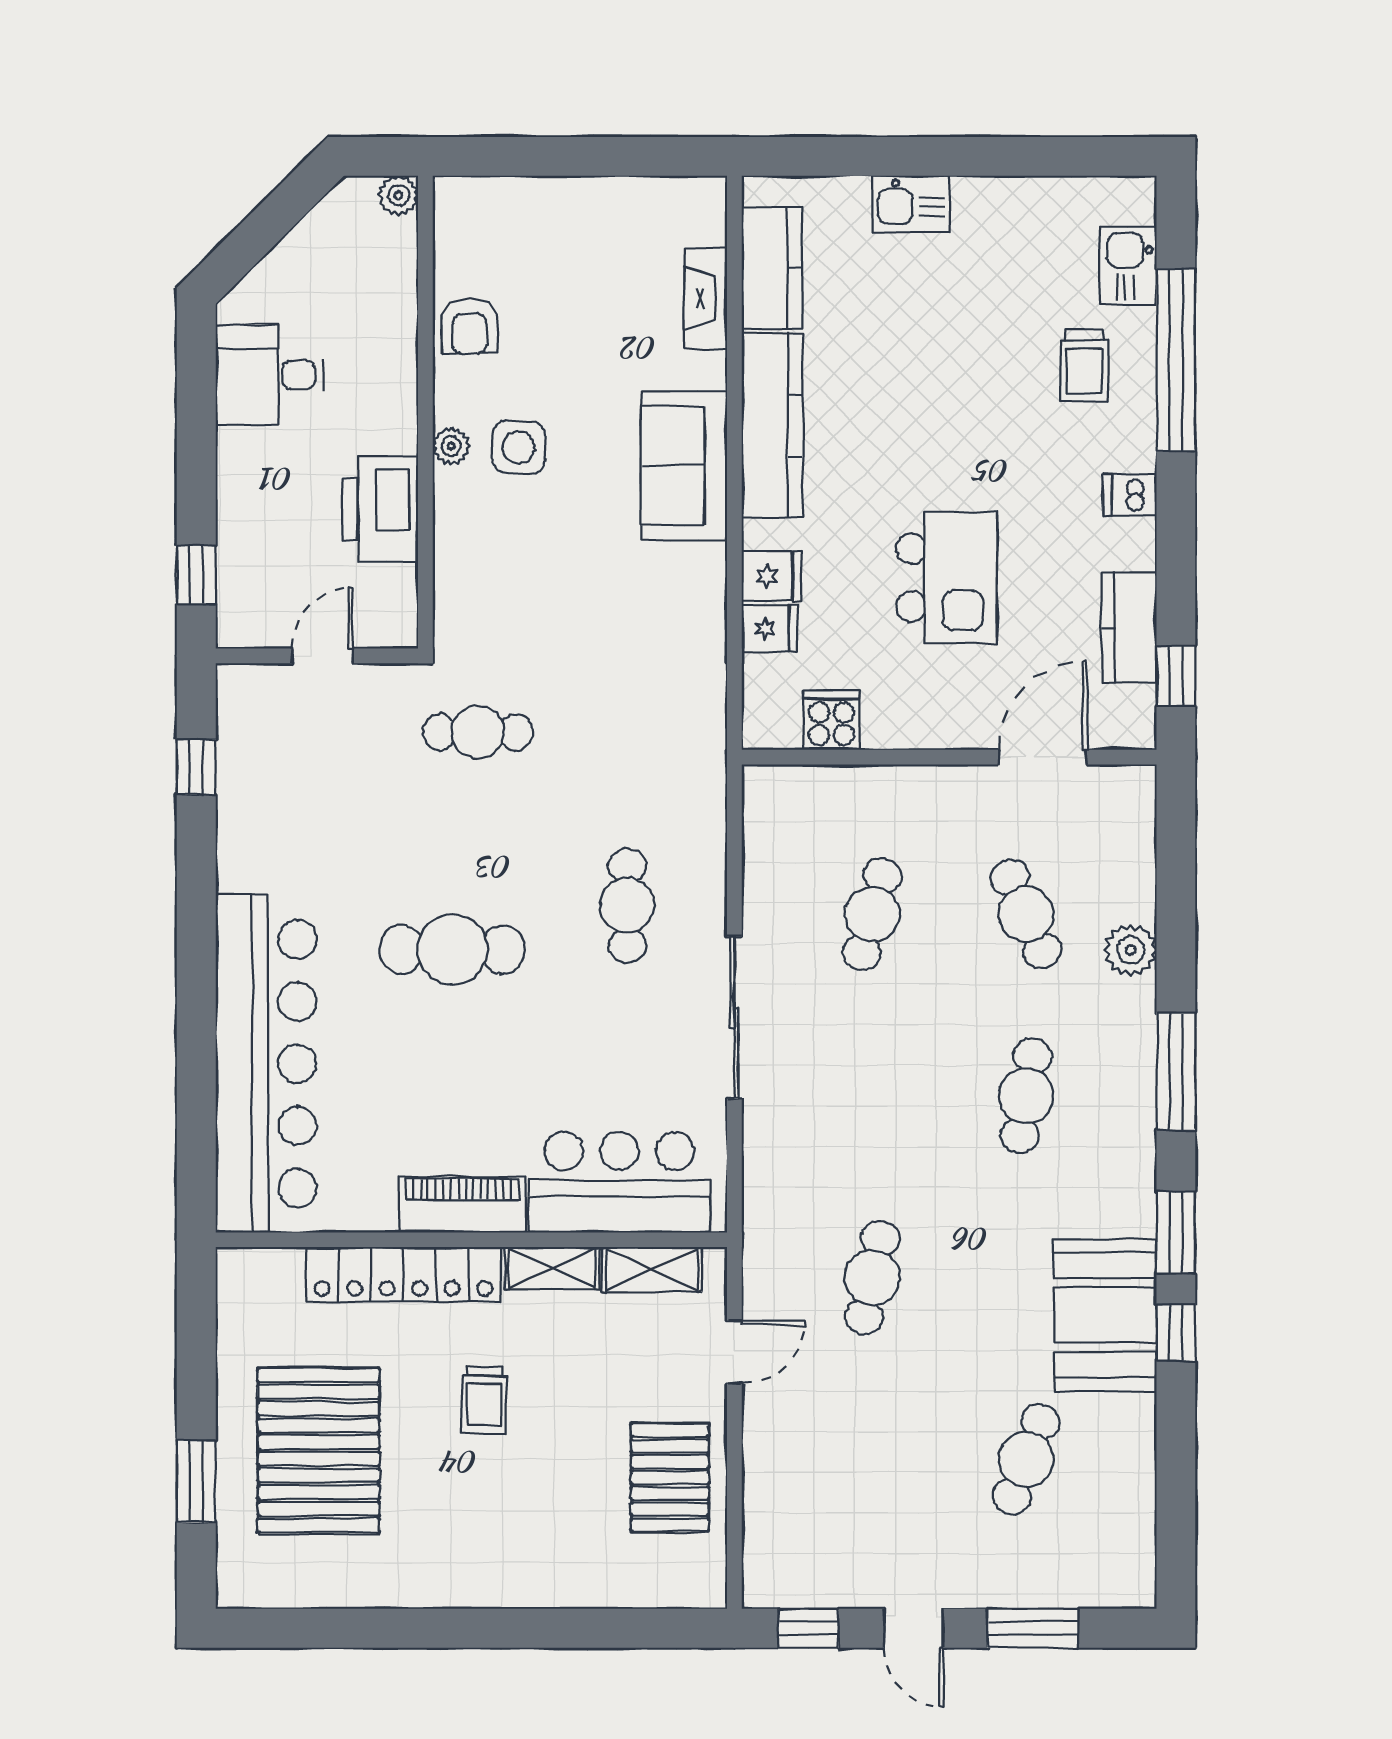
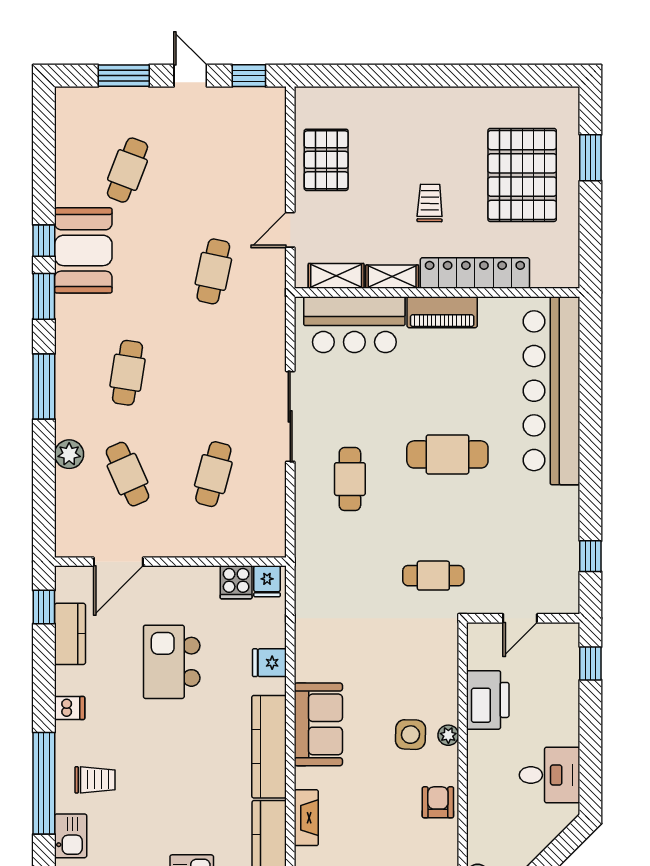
trolley: (1084, 366) -> (95, 780), turned 90
fridge: (769, 629) -> (267, 581), moved, turned -90

